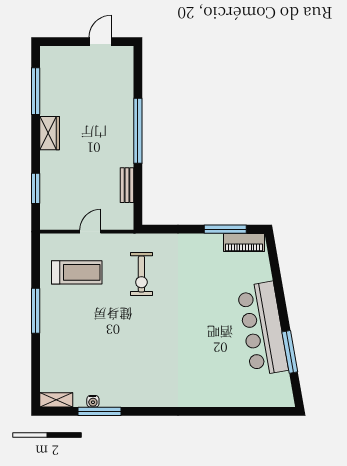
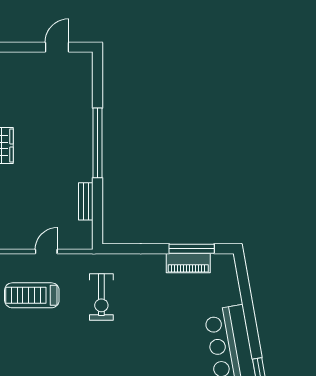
piano: (244, 243) -> (188, 263), moved
treadmill: (77, 272) -> (32, 295), turned 180

